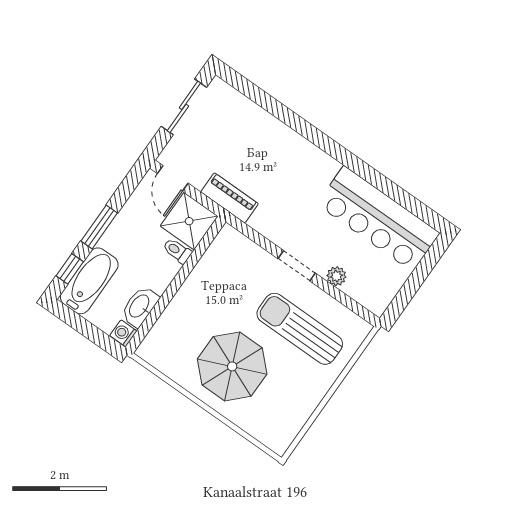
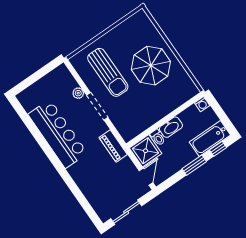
piano: (229, 198) -> (113, 146), moved
bar counter: (378, 219) -> (58, 134), moved
doorway: (297, 266) -> (97, 106), width x1.38
washbasin: (140, 306) -> (171, 127), moved

